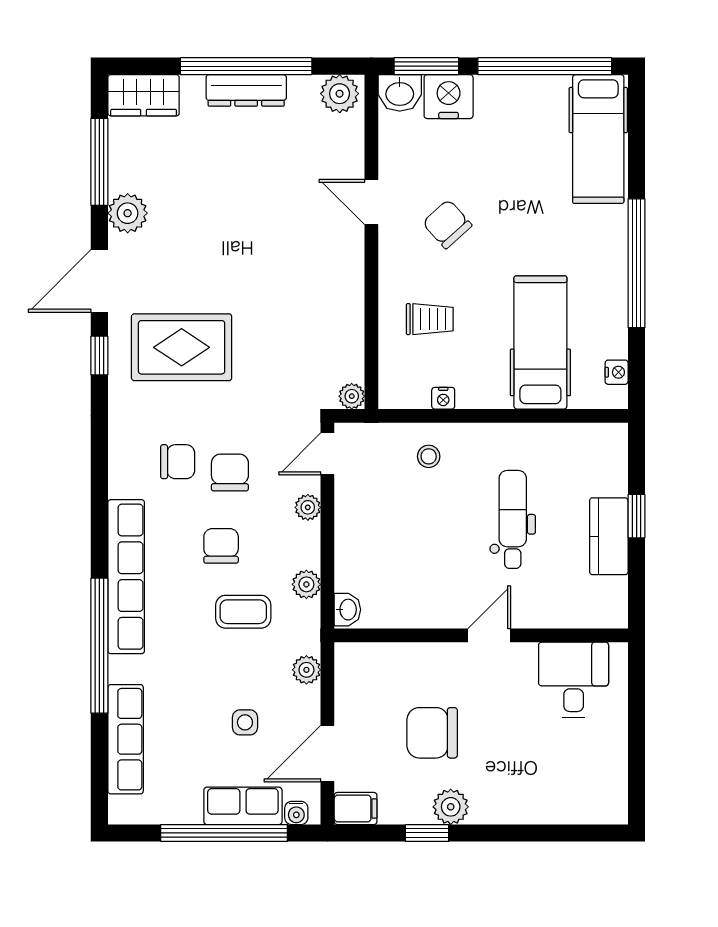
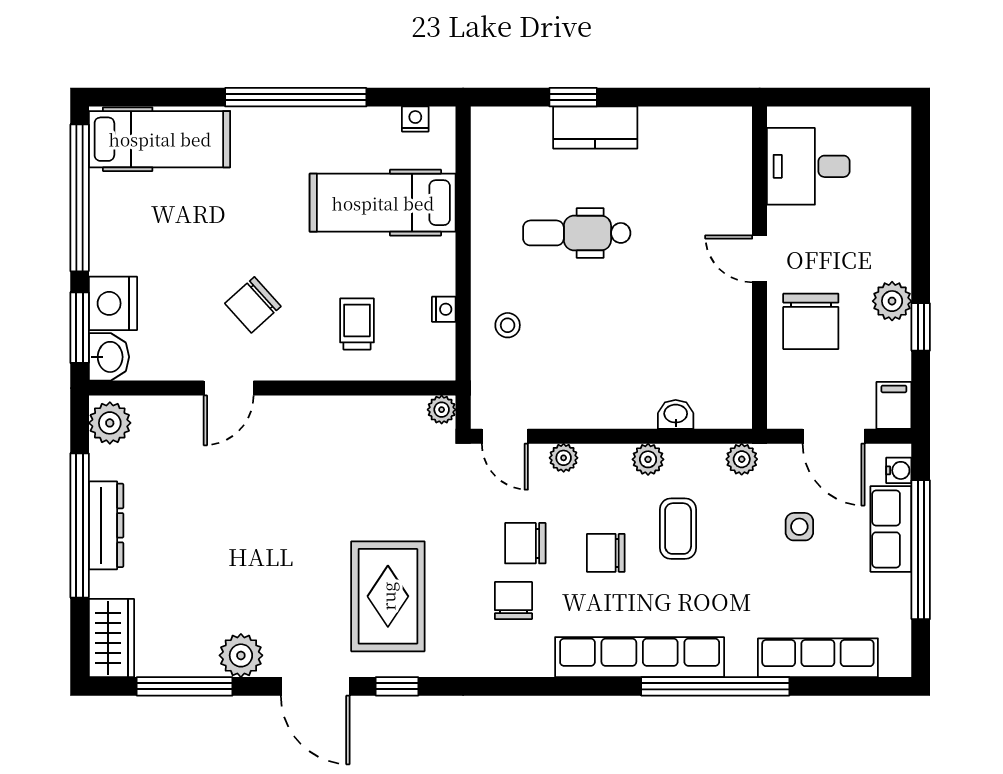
wall: (481, 635) -> (760, 268), moved
door: (489, 635) -> (760, 259), moved
desk: (574, 680) -> (808, 166), moved

